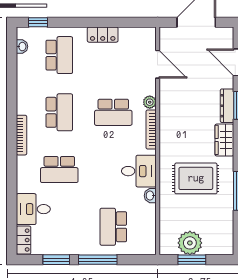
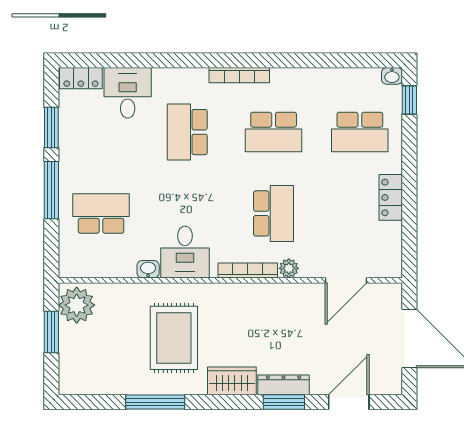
washbasin: (22, 47) -> (392, 76), moved
school desk: (113, 112) -> (274, 213), turned 180
plant: (190, 243) -> (77, 305), moved

